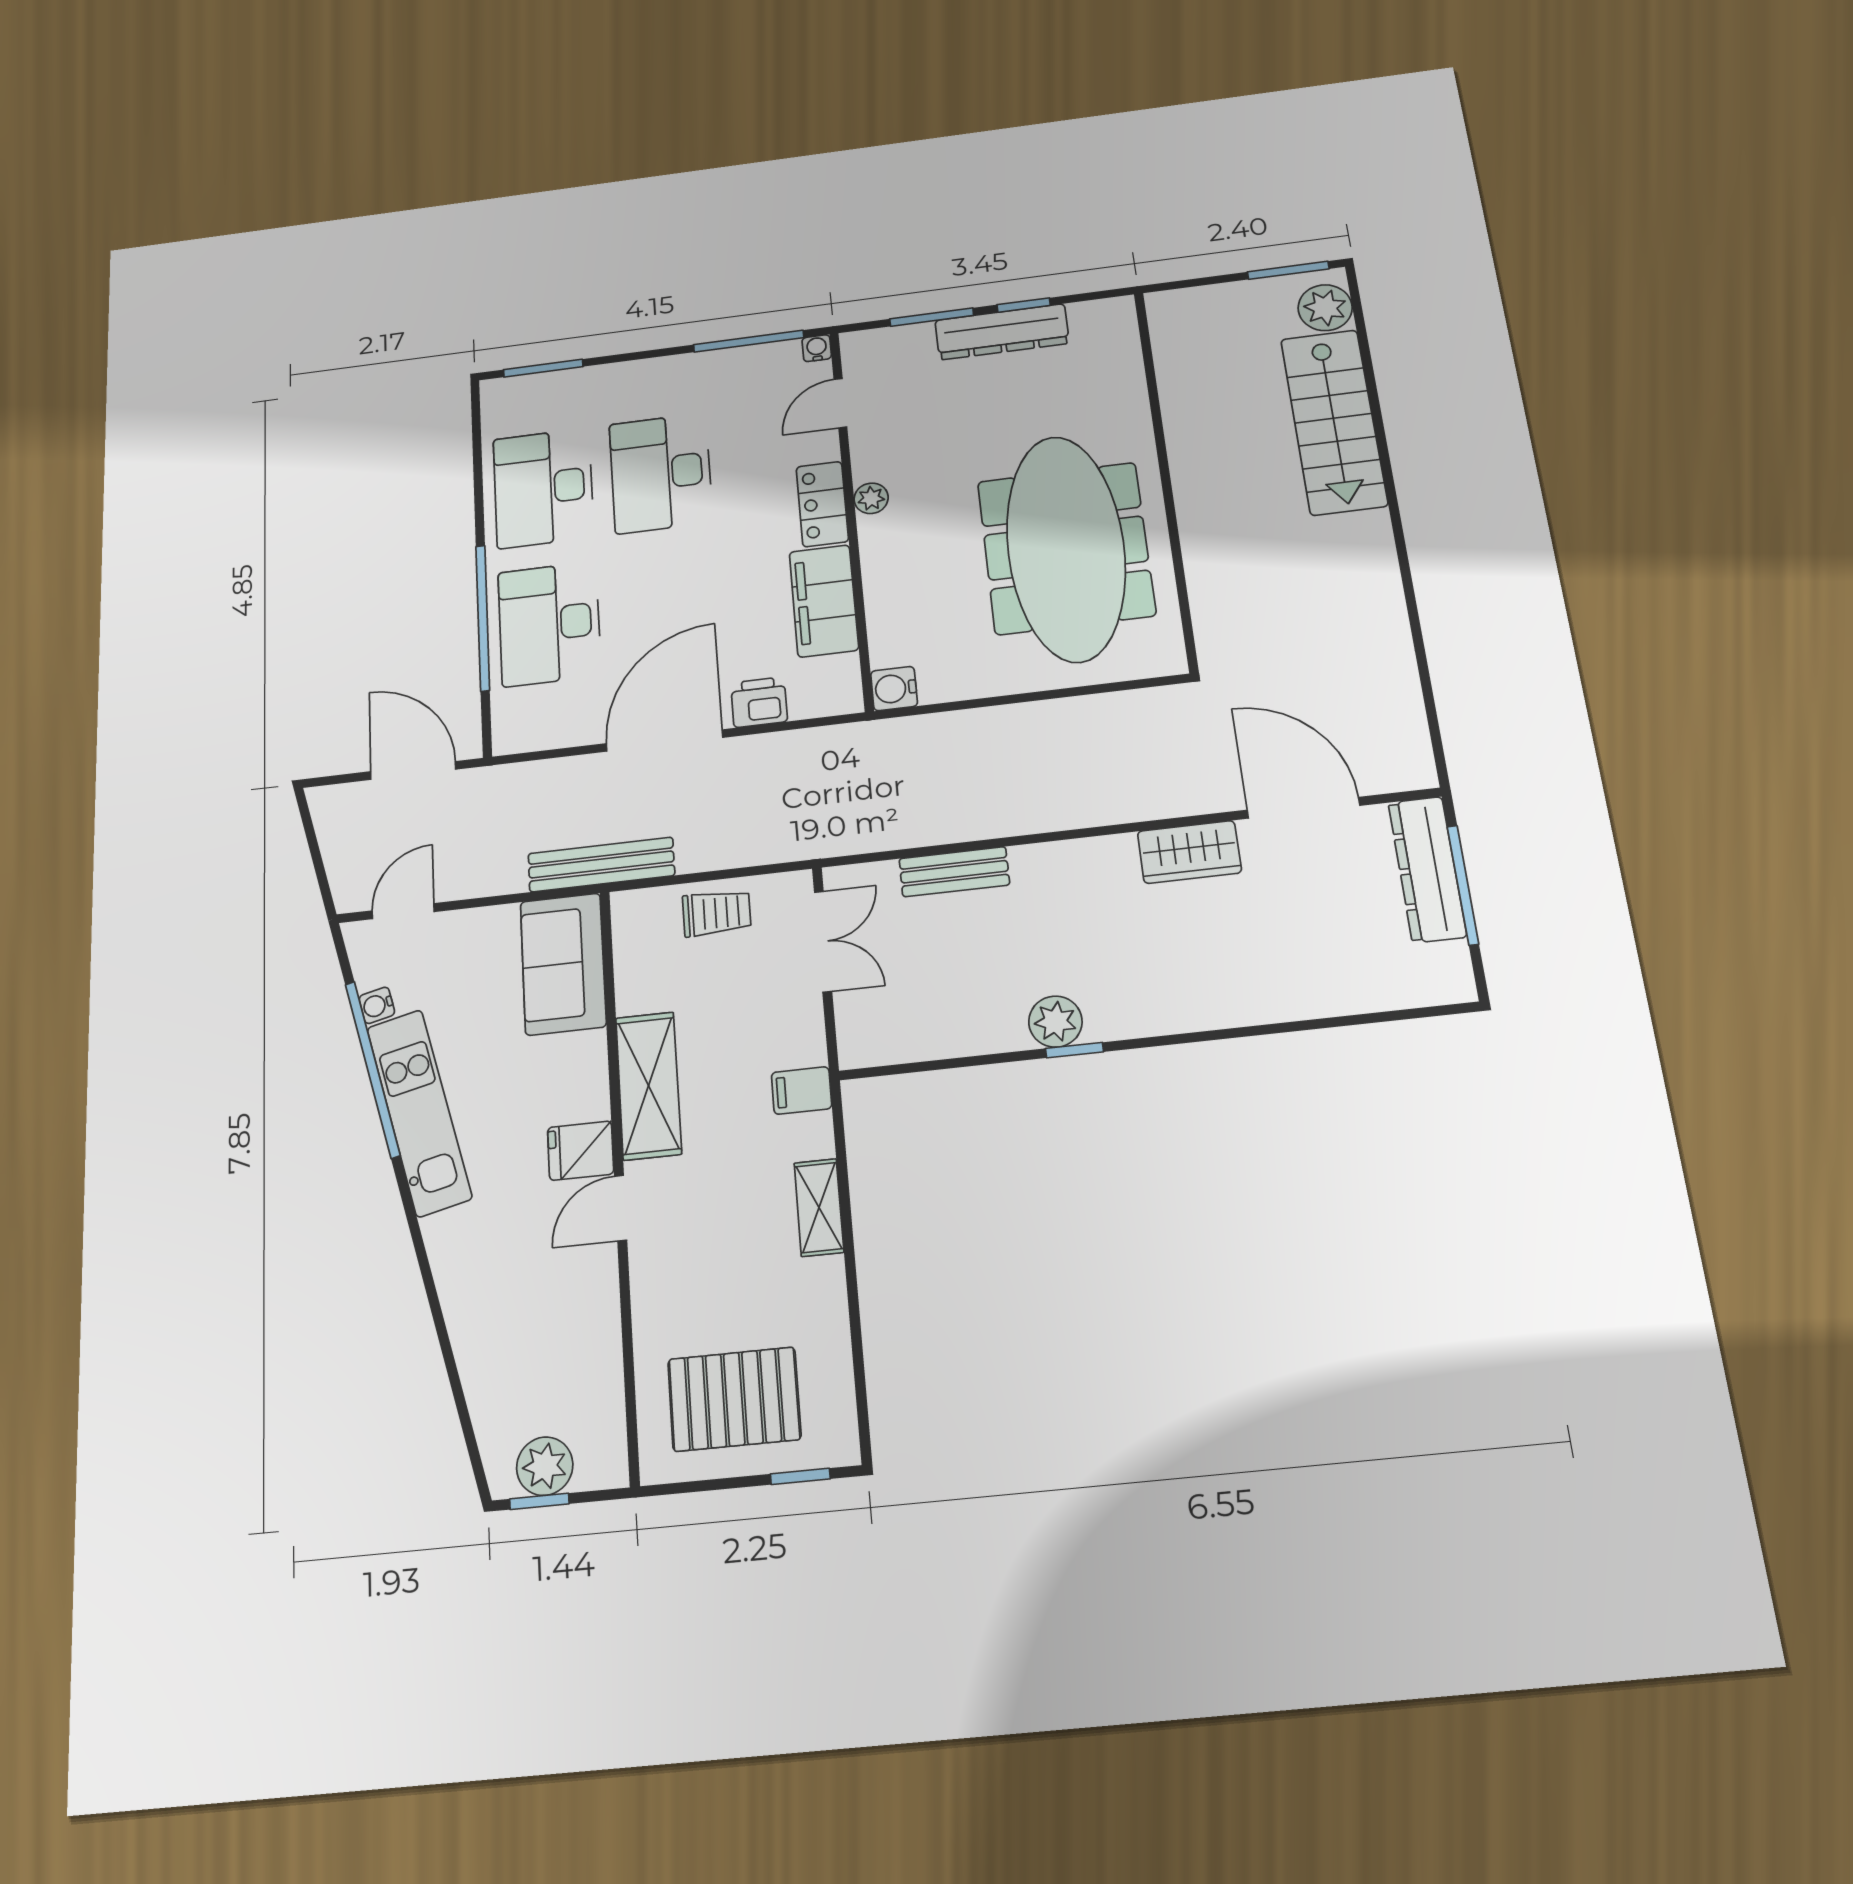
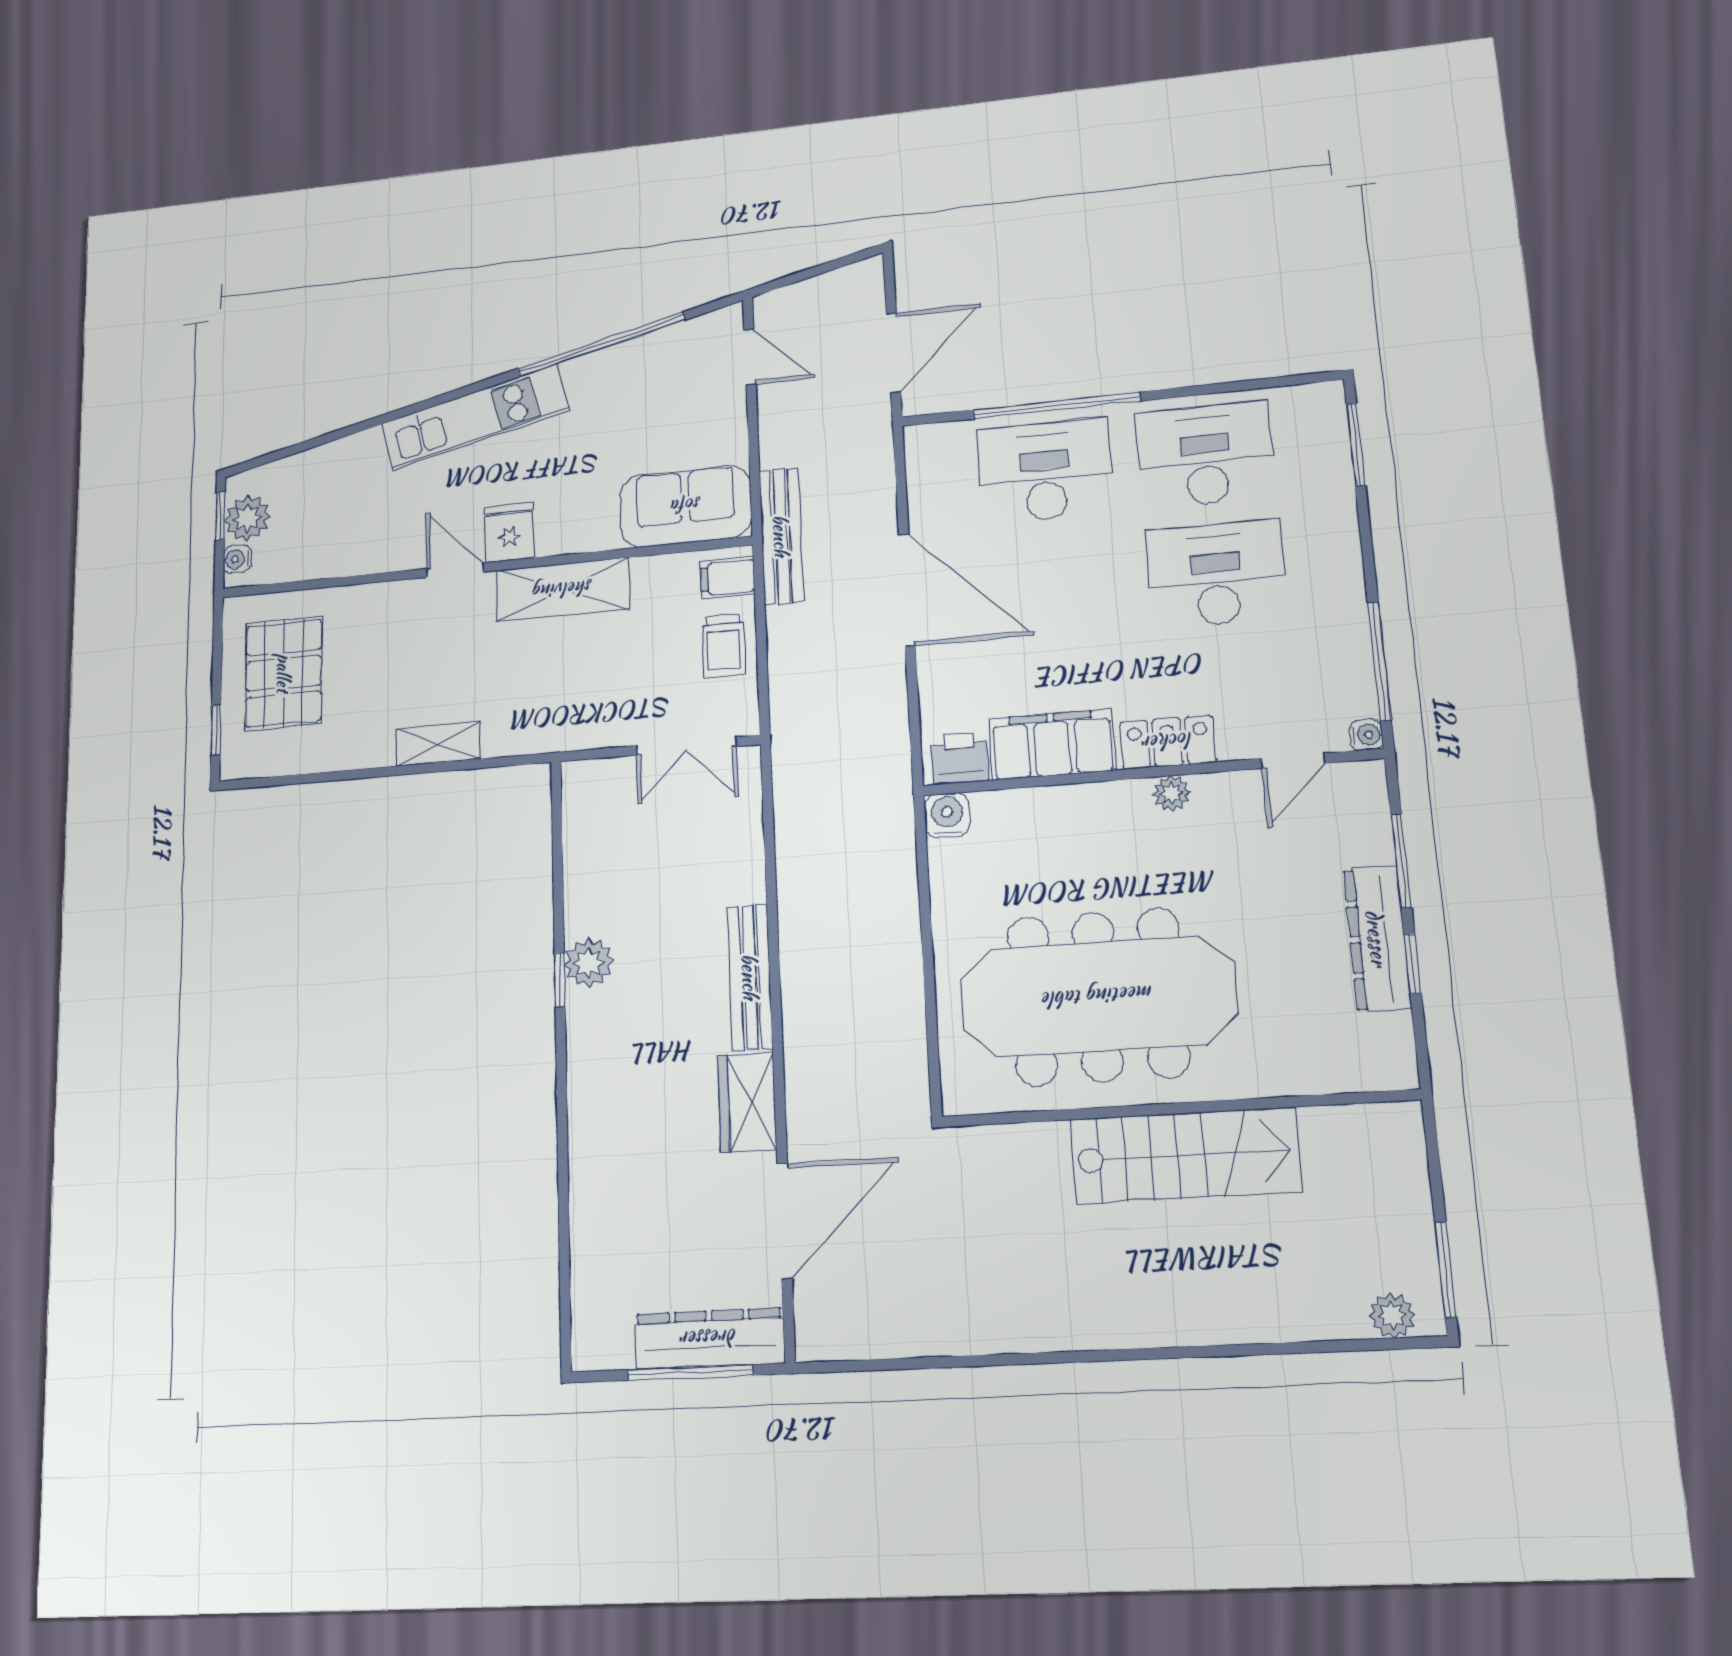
plant: (1325, 308) -> (1392, 1315), width x0.73, depth x0.73
door: (840, 403) -> (1293, 761), swing flipped
stairs: (1334, 422) -> (1185, 1155), moved, turned 180
printer: (759, 702) -> (960, 758), moved, turned -90
bench: (954, 872) -> (750, 977), moved, width x1.36
water cooler: (377, 1005) -> (237, 559), moved, turned -77
filing cabinet: (802, 1091) -> (728, 578), moved, turned -90
kitchen unit: (419, 1112) -> (475, 417), moved

